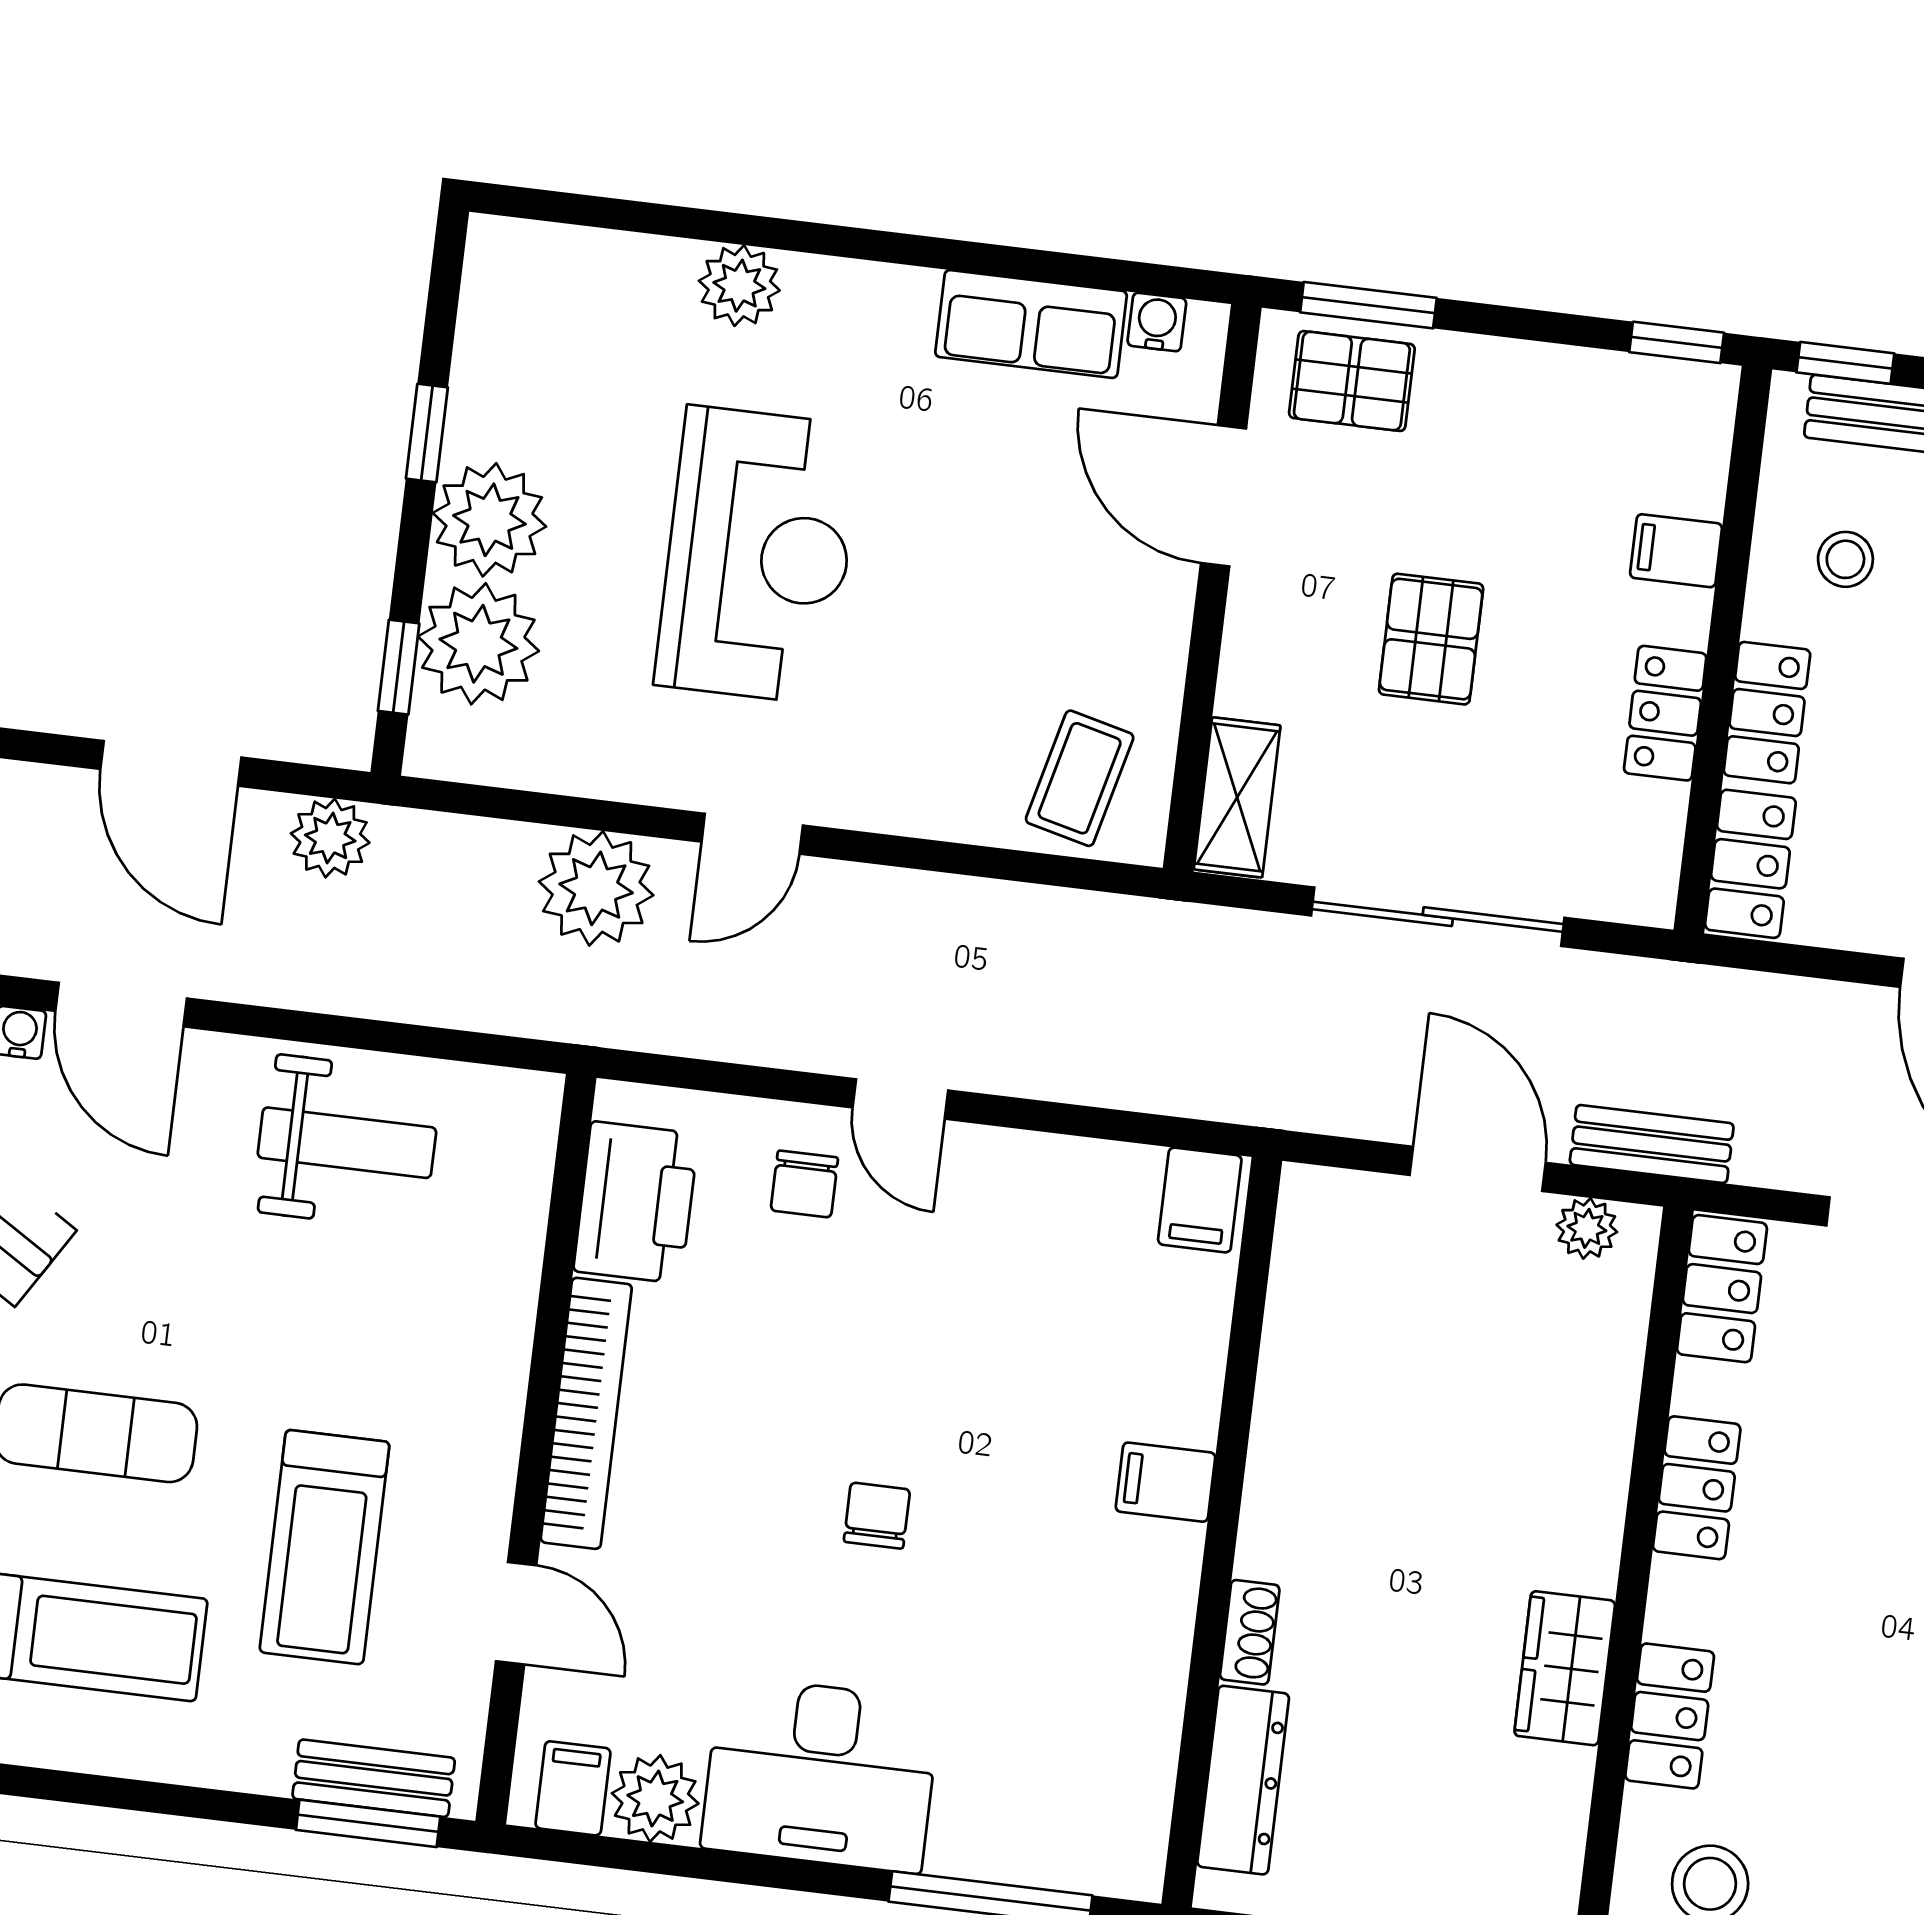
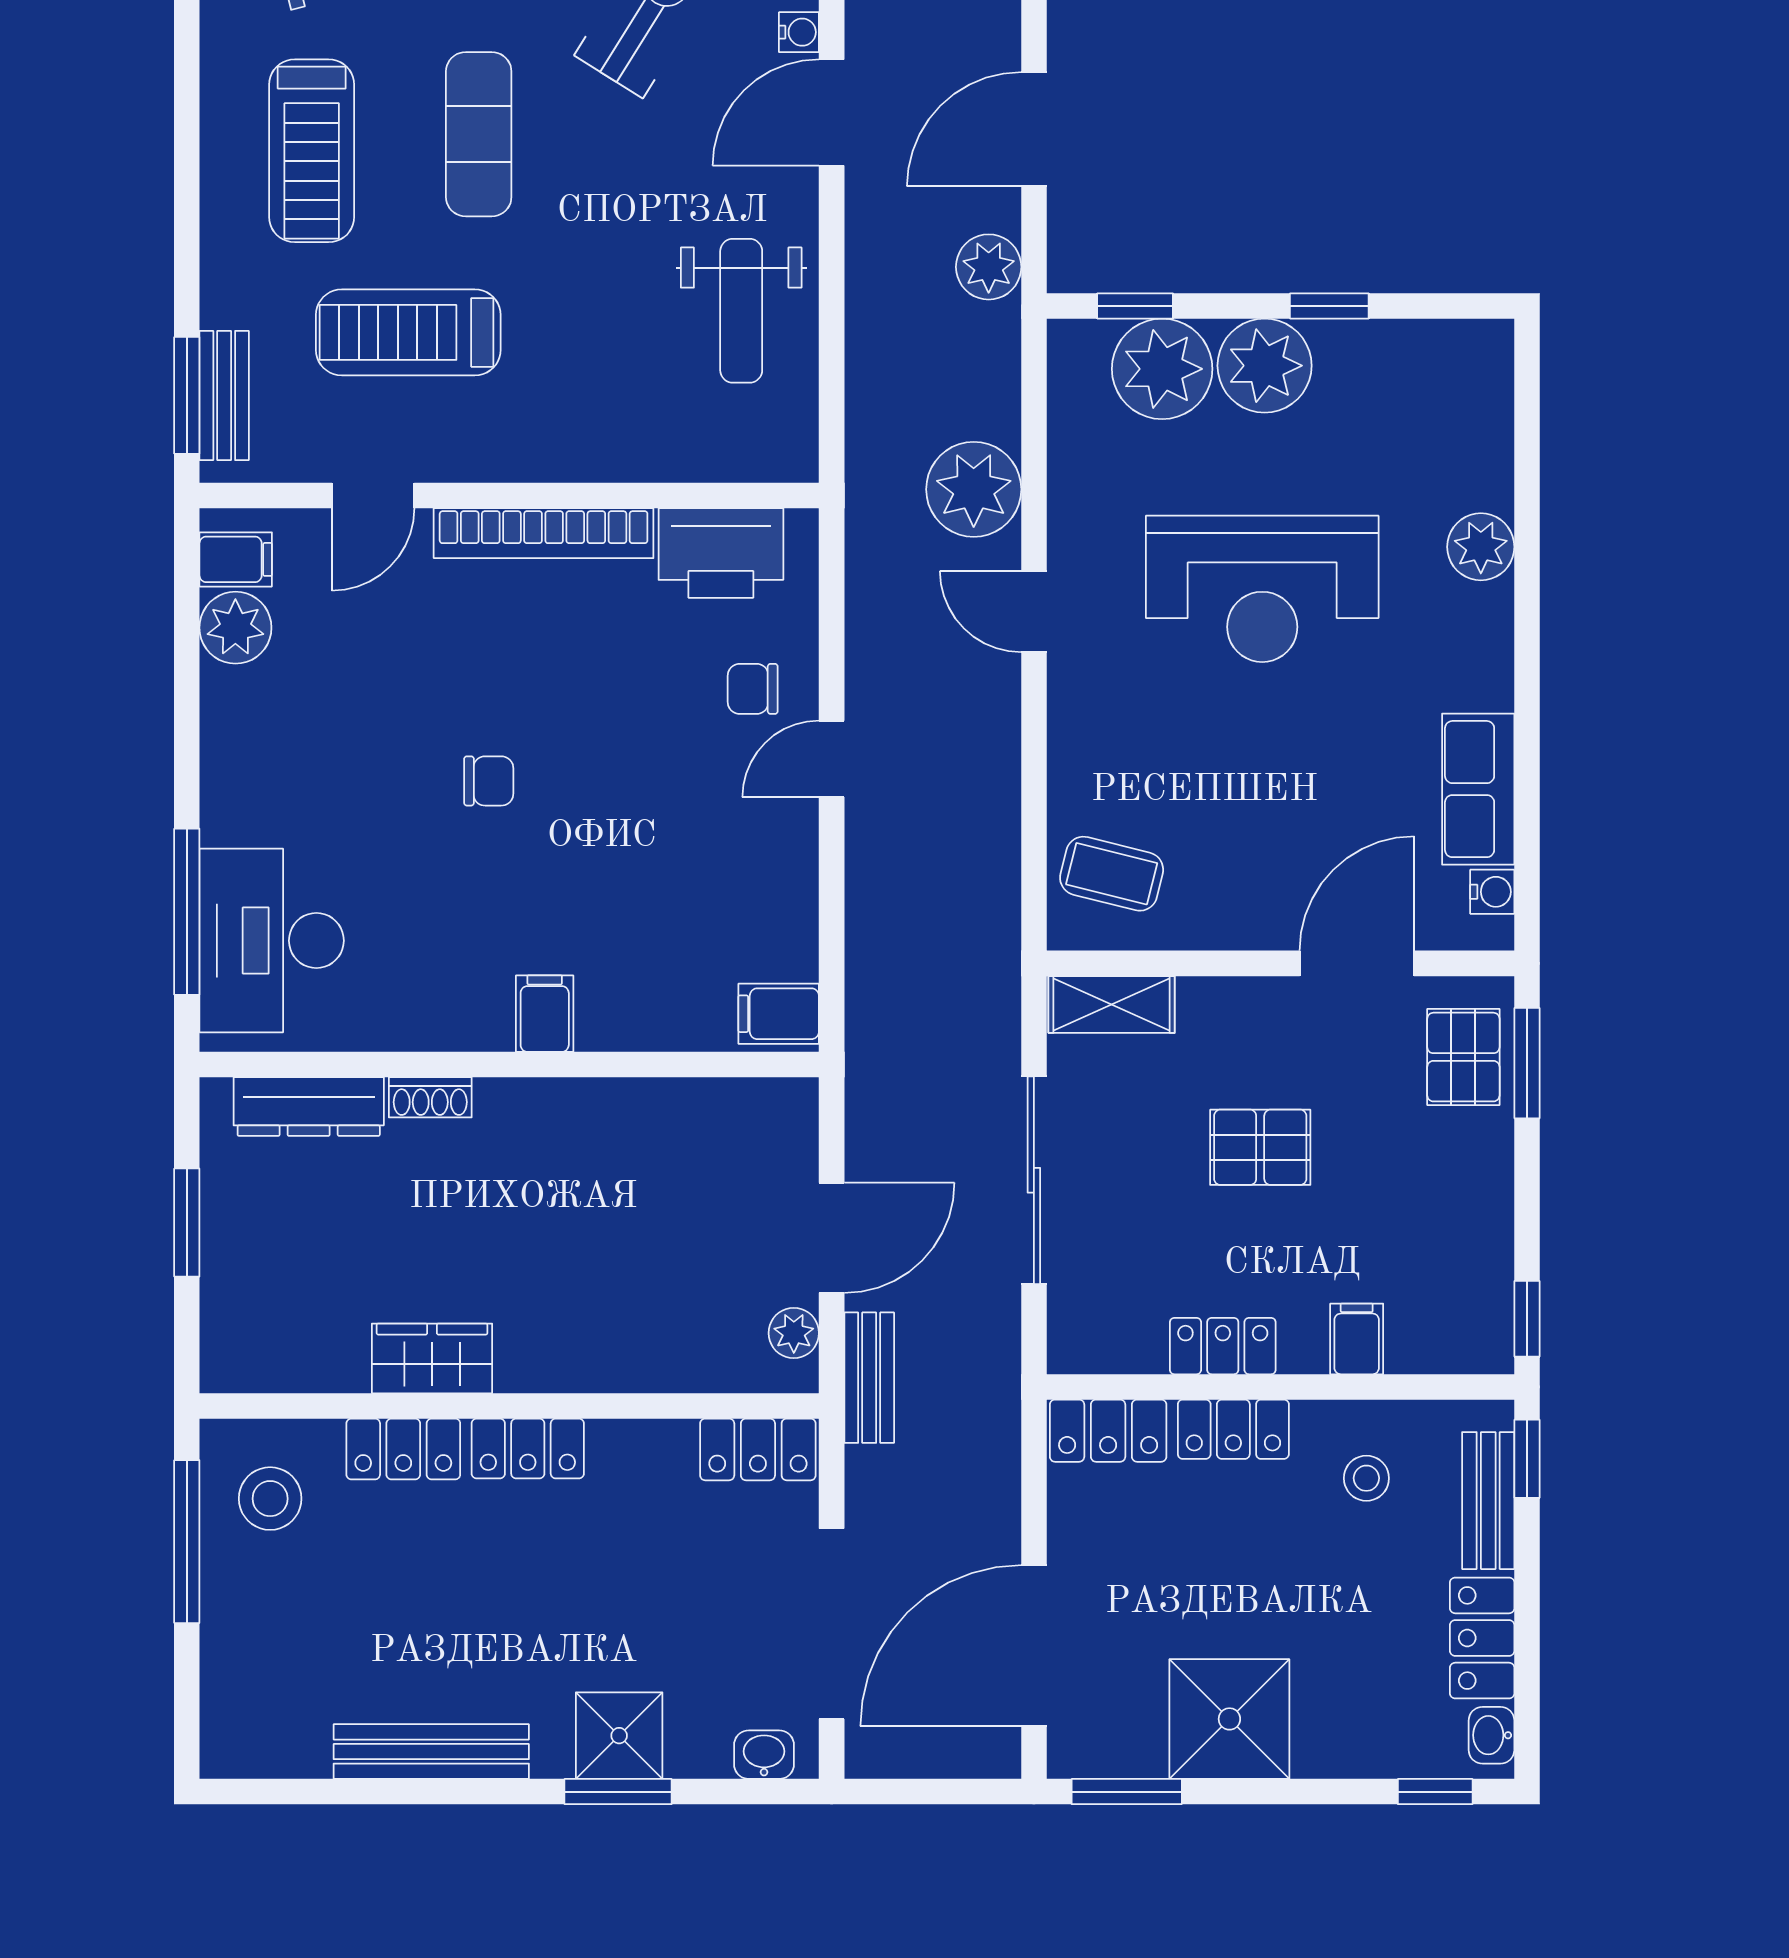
locker: (1697, 1488) -> (528, 1449), moved
desk: (821, 1774) -> (272, 941), moved

